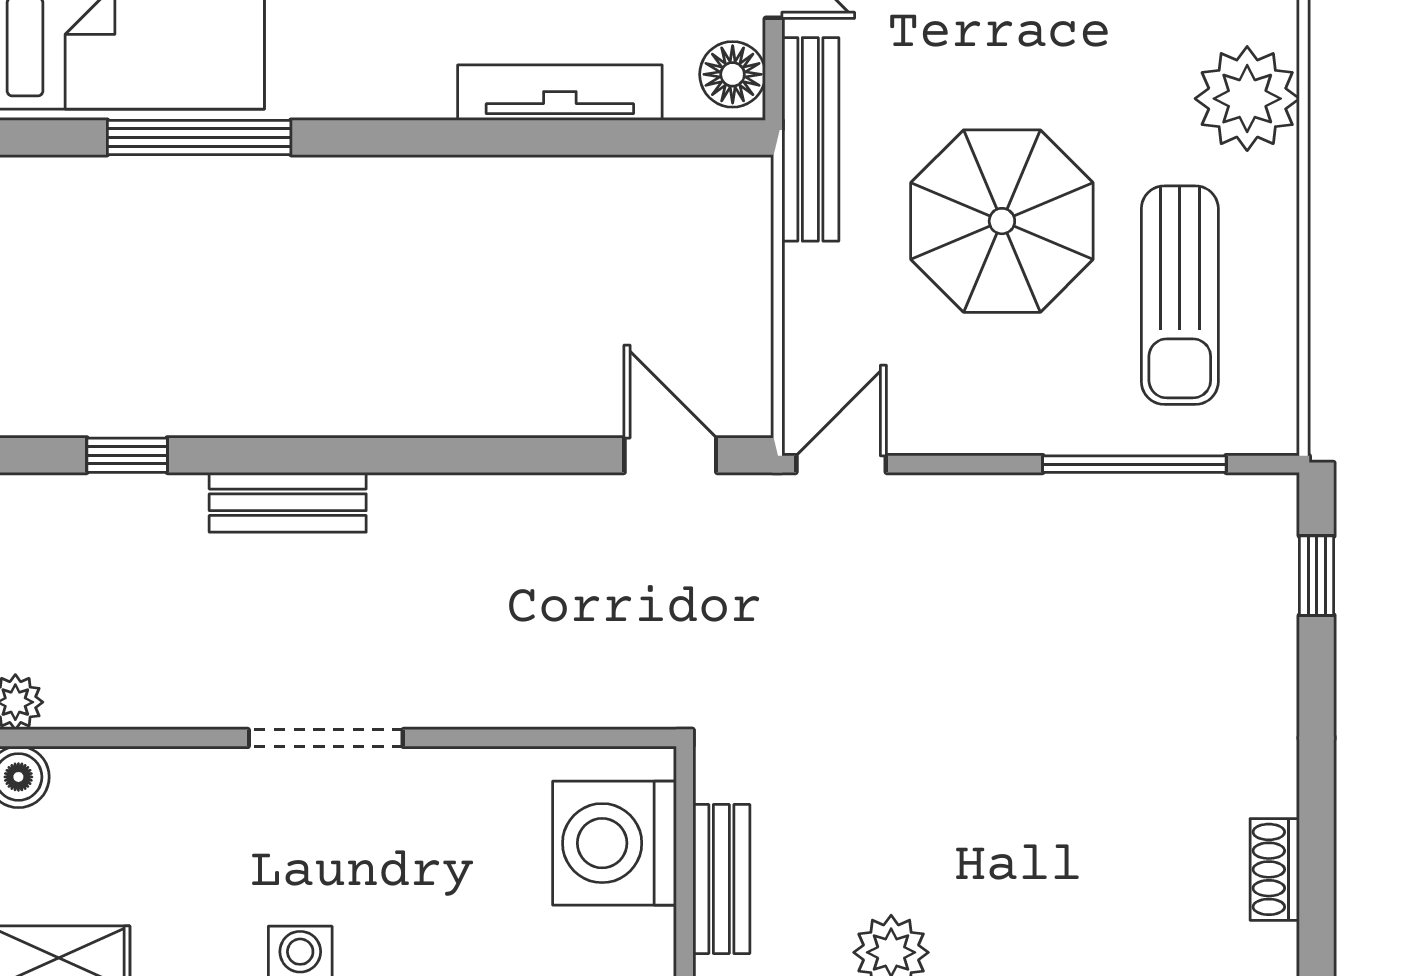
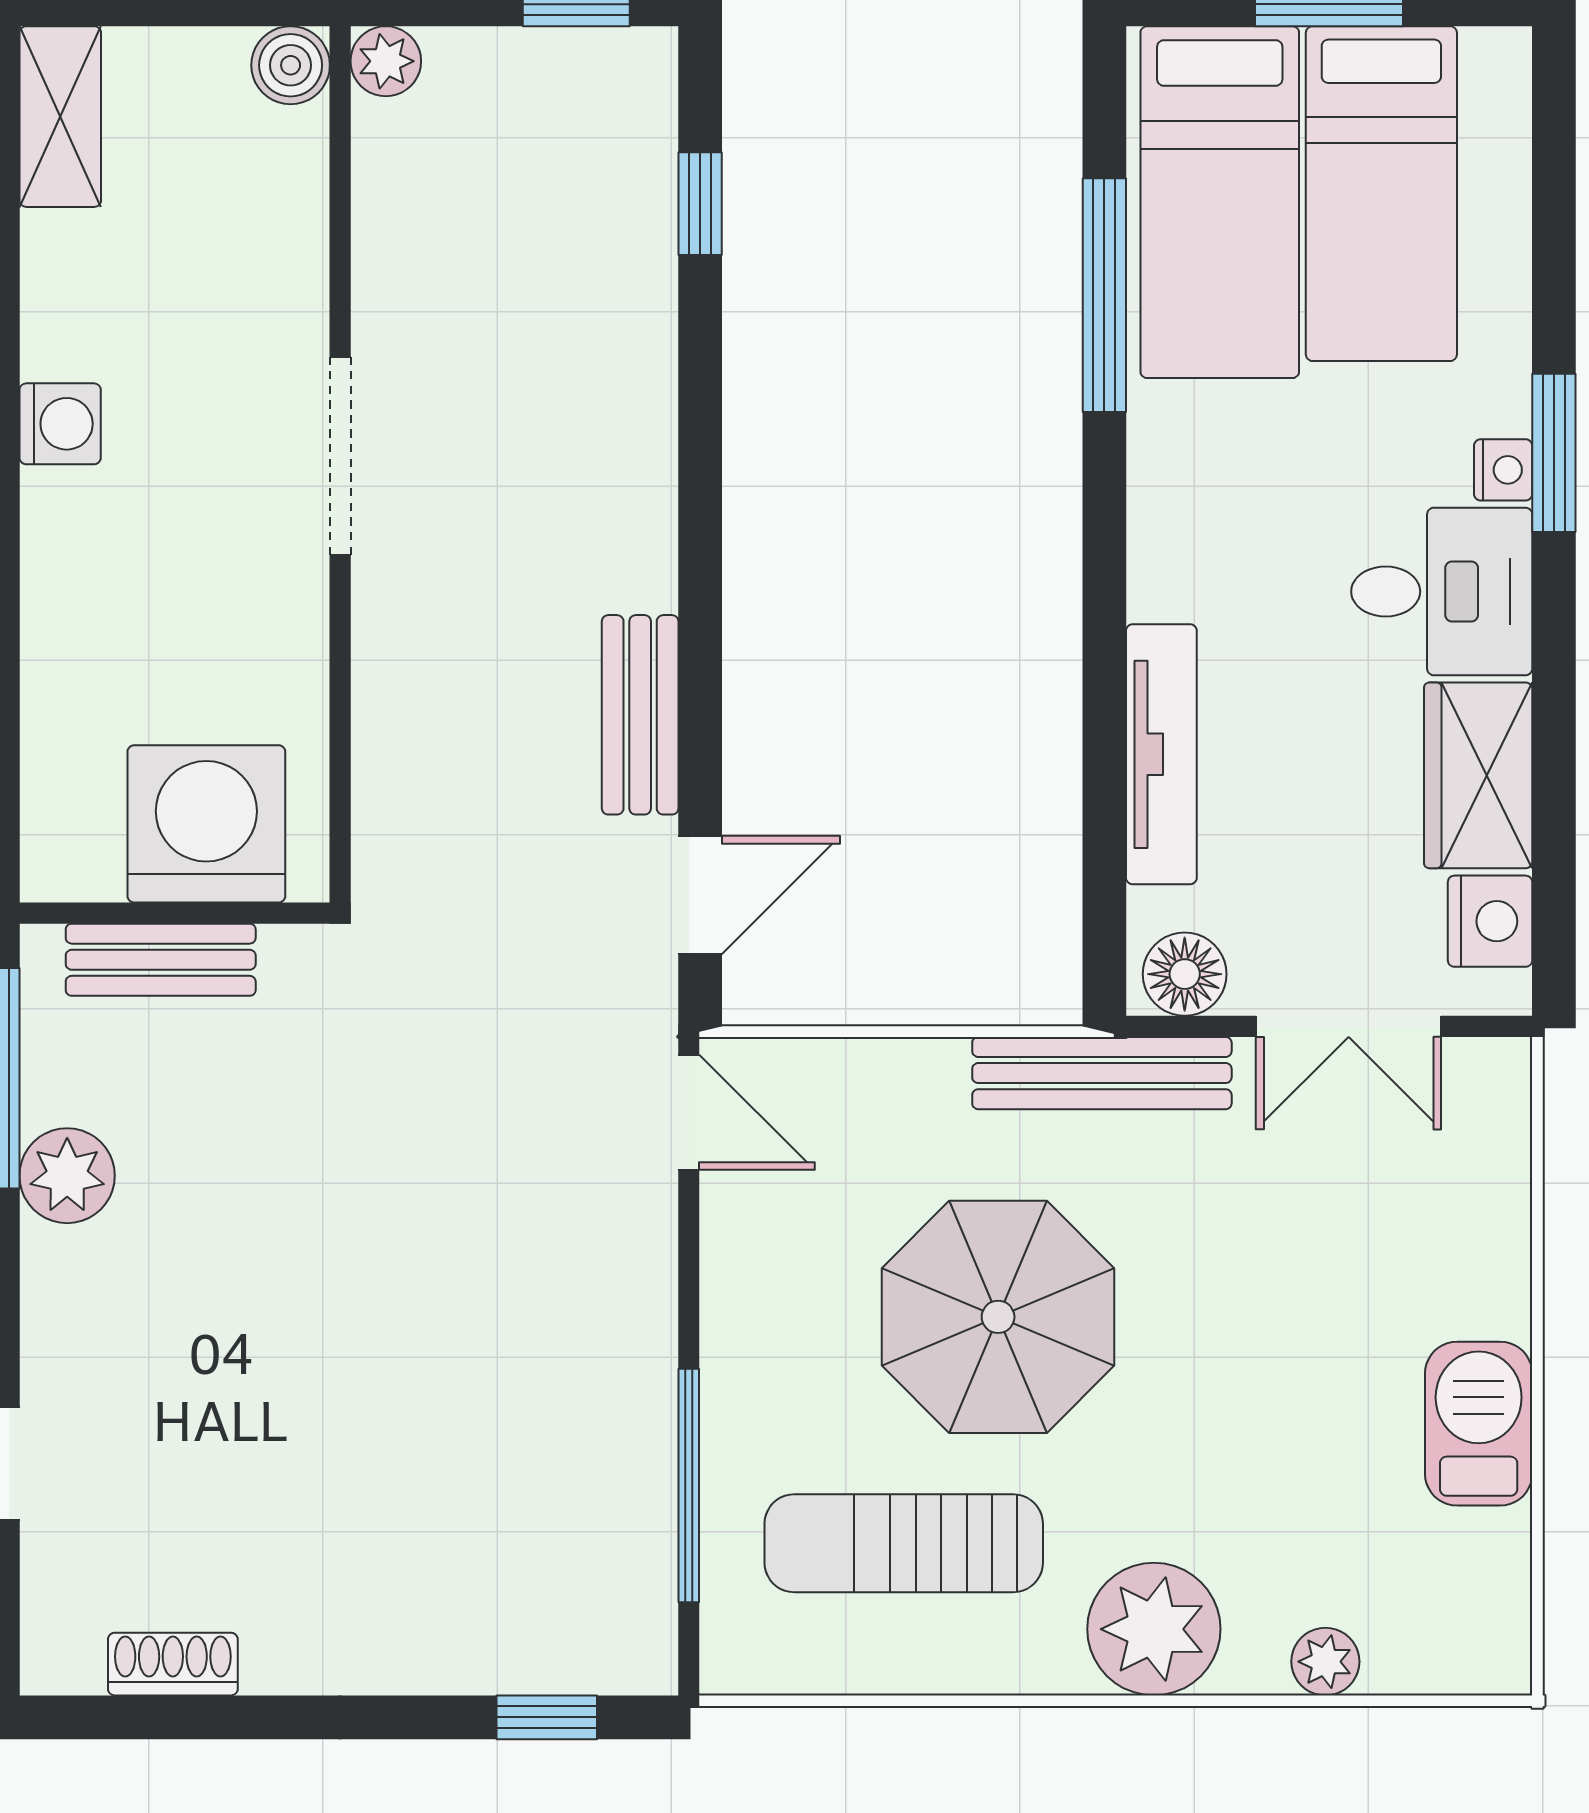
bench: (288, 502) -> (640, 715), moved

